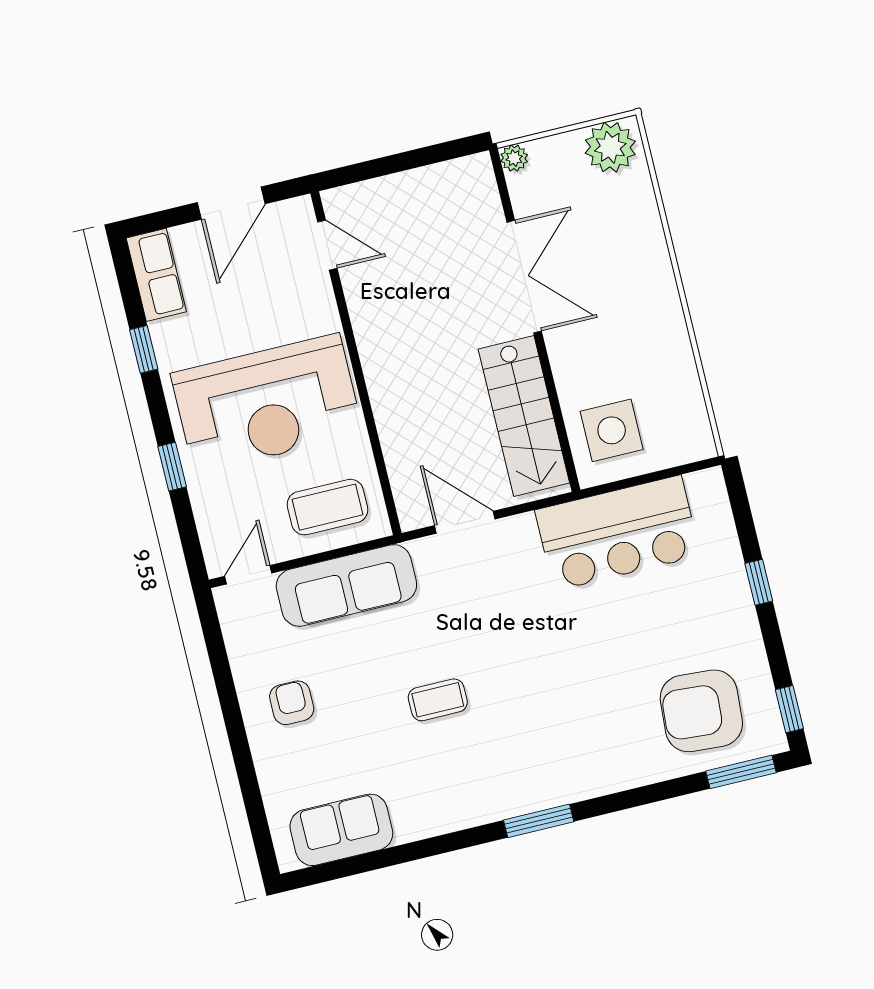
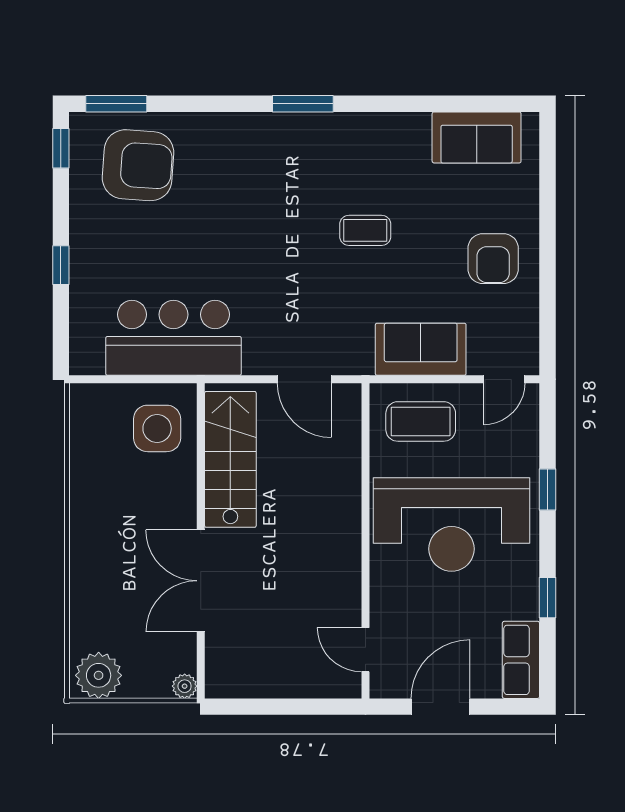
reception desk: (267, 403) -> (452, 524), turned 180
sofa: (346, 585) -> (421, 349), width x0.73
armchair: (292, 703) -> (493, 259), width x1.38, depth x1.38

